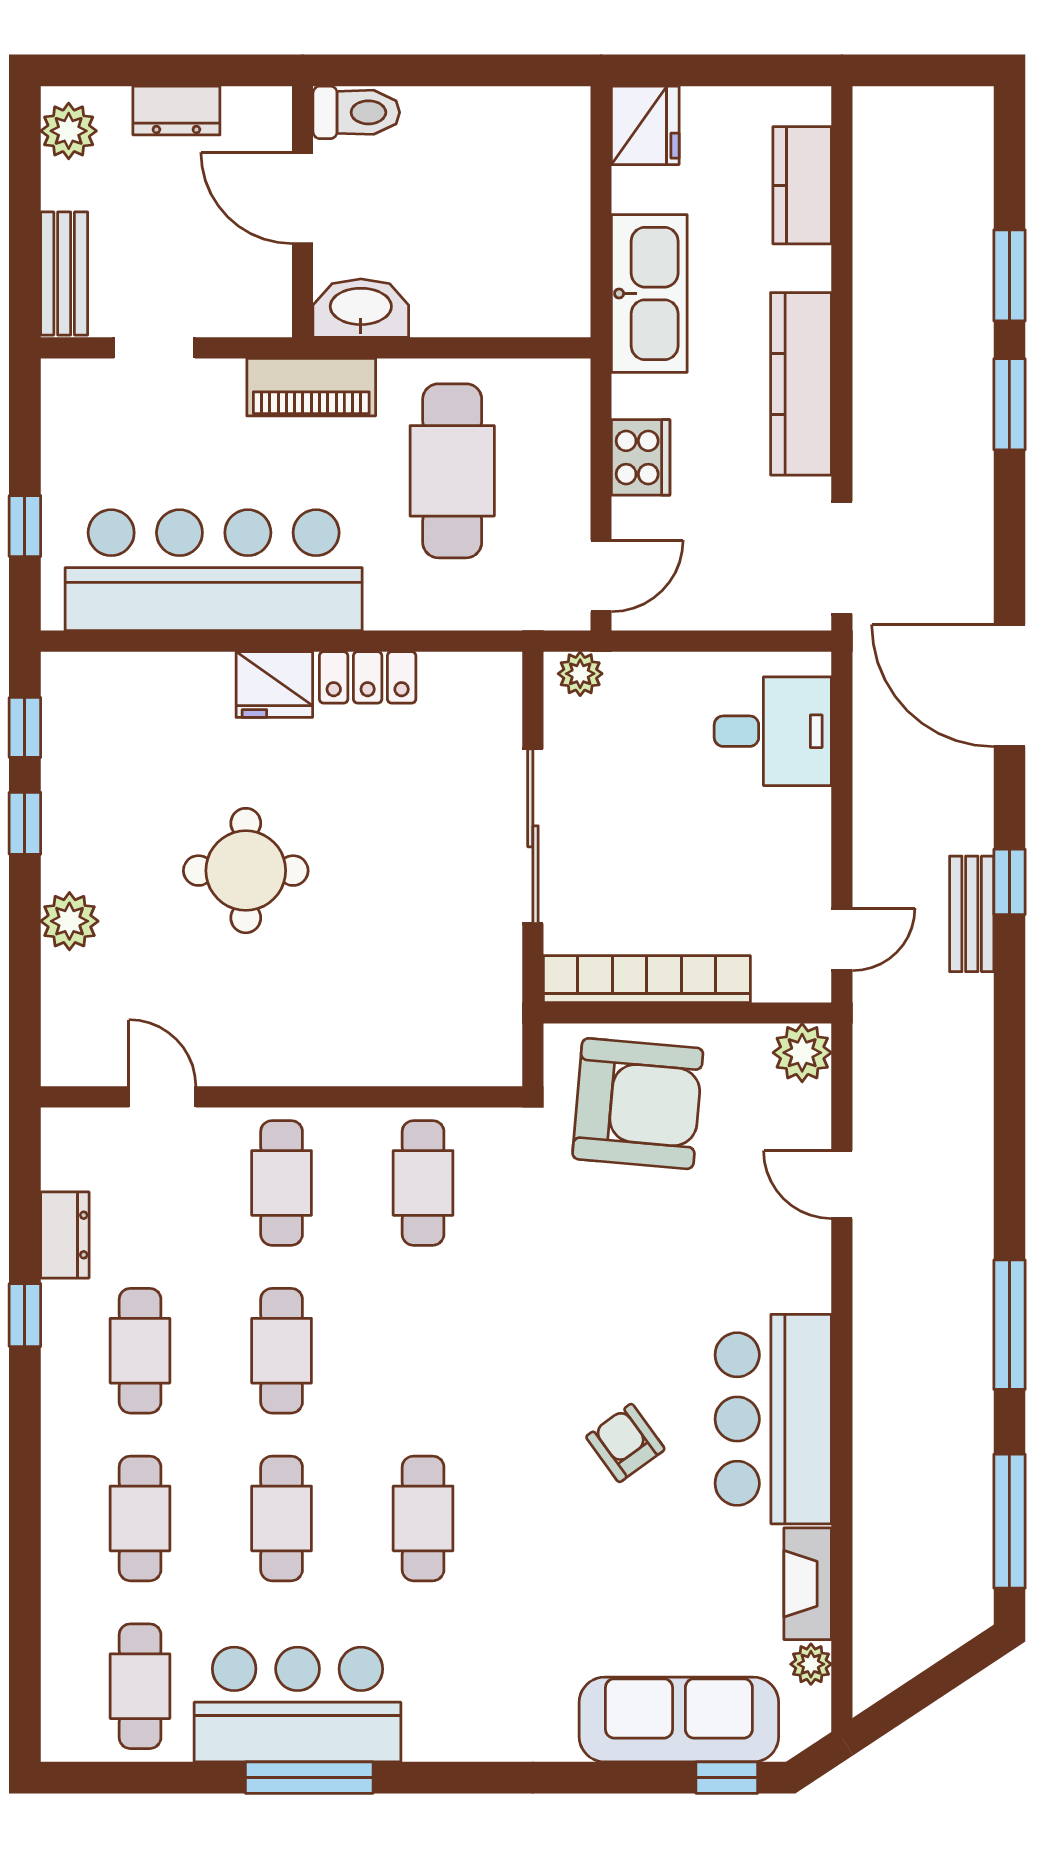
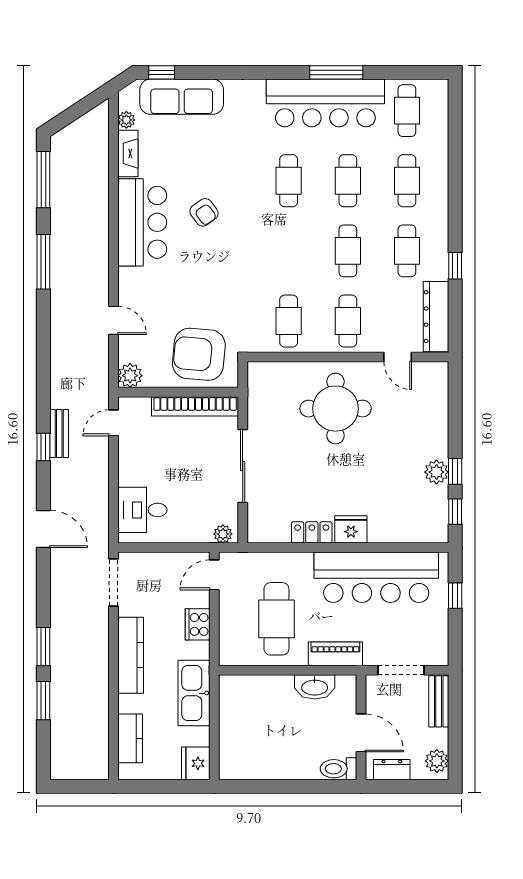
toilet: (356, 112) -> (338, 769), moved
door: (302, 198) -> (361, 733), moved
wall: (302, 212) -> (361, 727), moved
doorway: (154, 348) -> (401, 670), width x1.38
door: (1009, 686) -> (43, 529), width x0.73
round table: (246, 871) -> (336, 409), moved, width x1.36, depth x1.36
plant: (69, 921) -> (436, 472), moved
dresser: (65, 1235) -> (436, 317), width x1.96, depth x1.24
bar counter: (298, 1704) -> (325, 103), width x1.36

